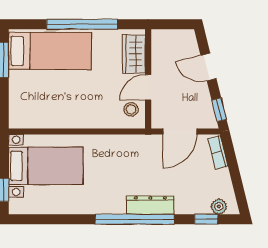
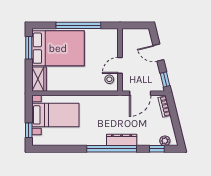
bed: (50, 51) -> (58, 48), width x1.50
wardrobe: (134, 54) -> (39, 79), moved, turned 180

